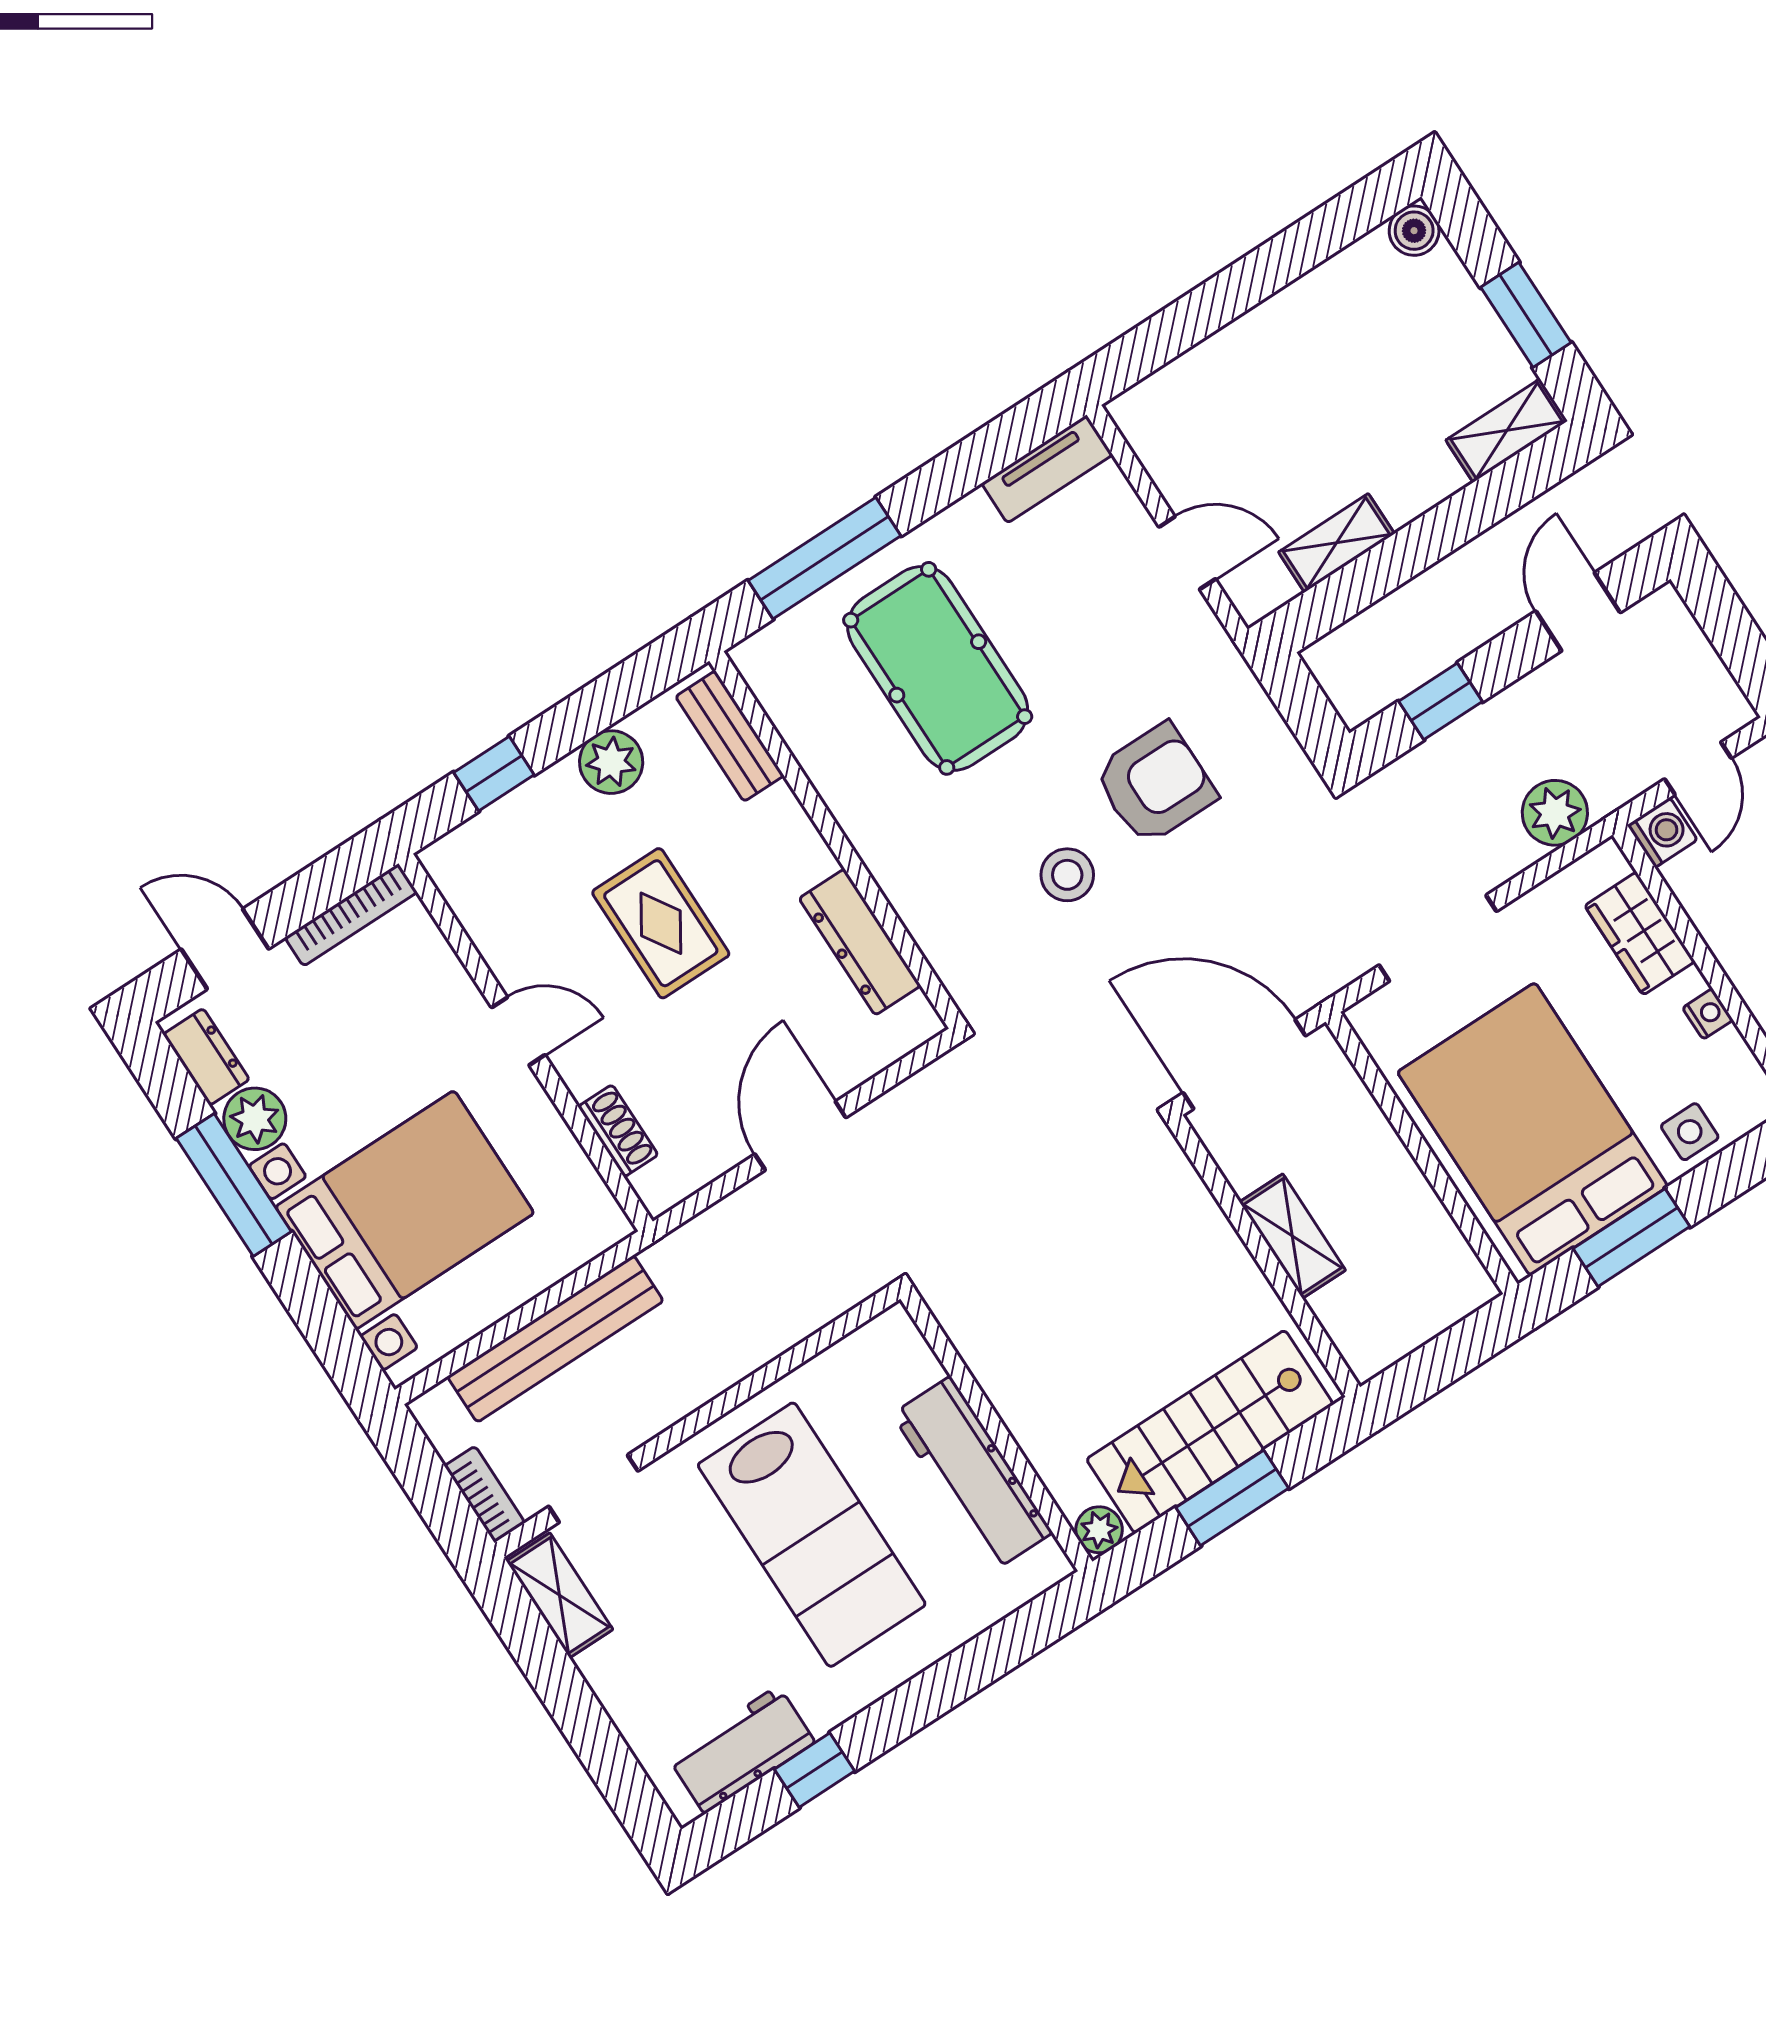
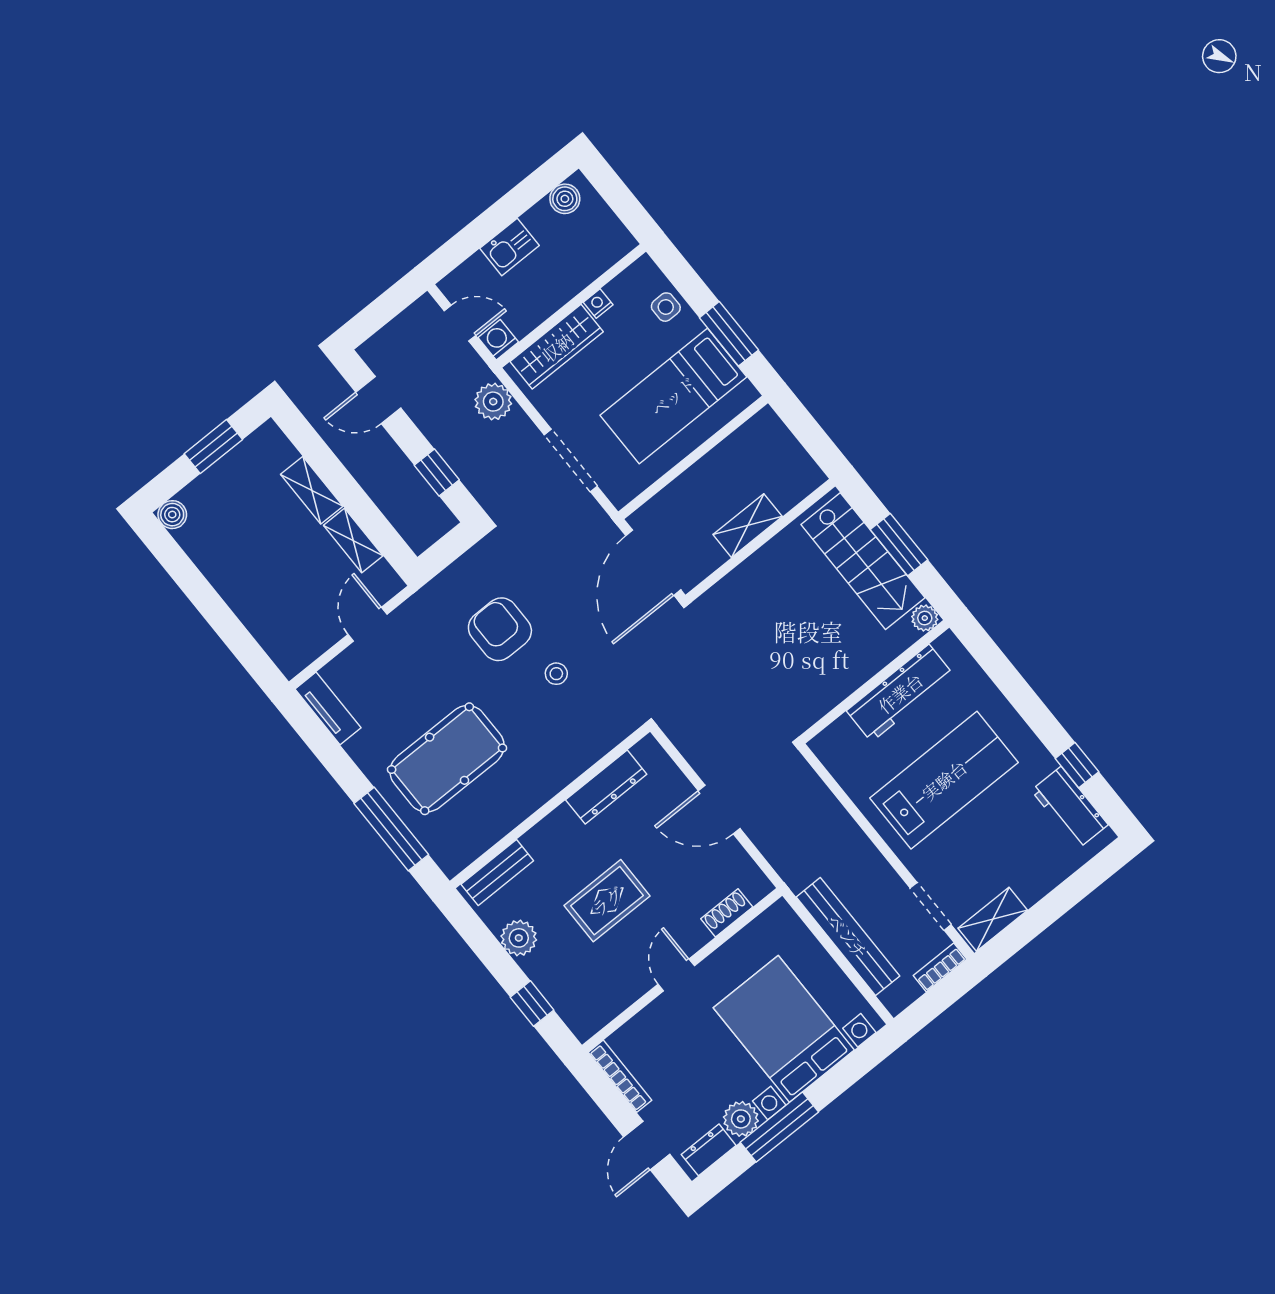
shelving: (1507, 430) -> (312, 490), moved
stool: (1067, 875) -> (556, 674), width x0.73, depth x0.73
wardrobe: (1640, 933) -> (557, 347), width x1.50
bed: (1533, 1129) -> (673, 396), width x0.67

